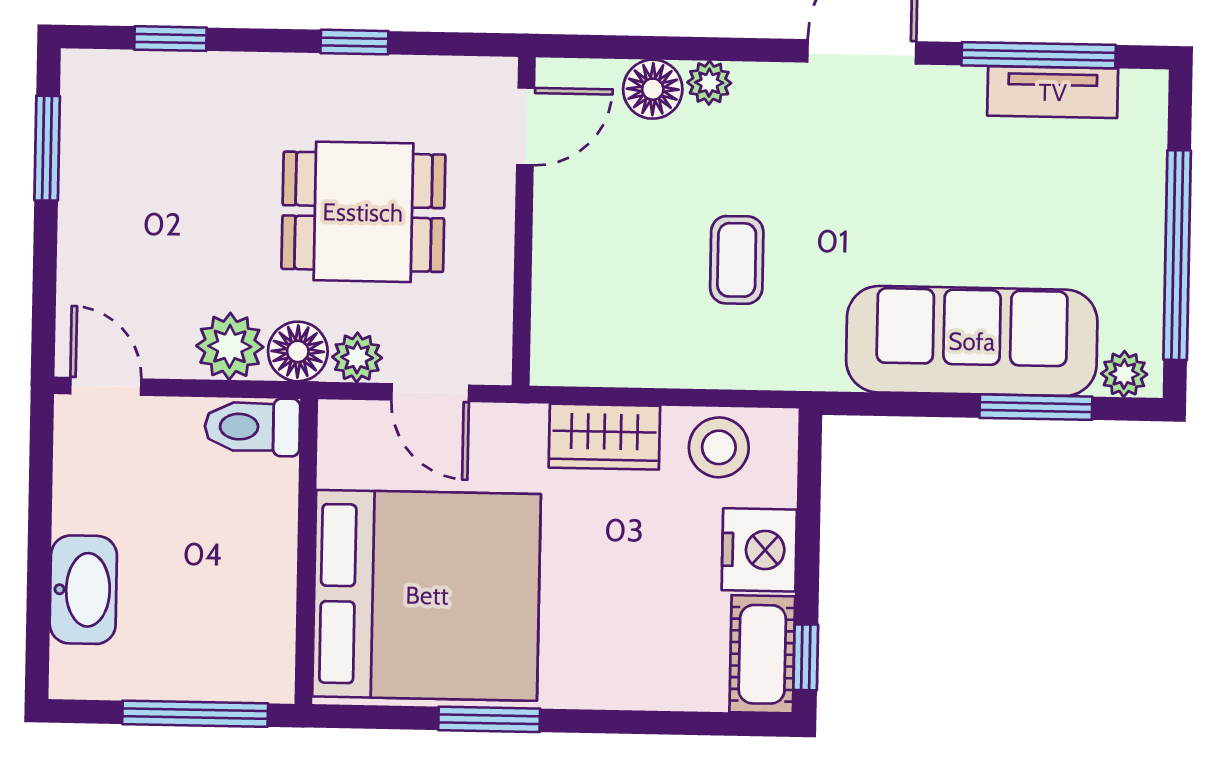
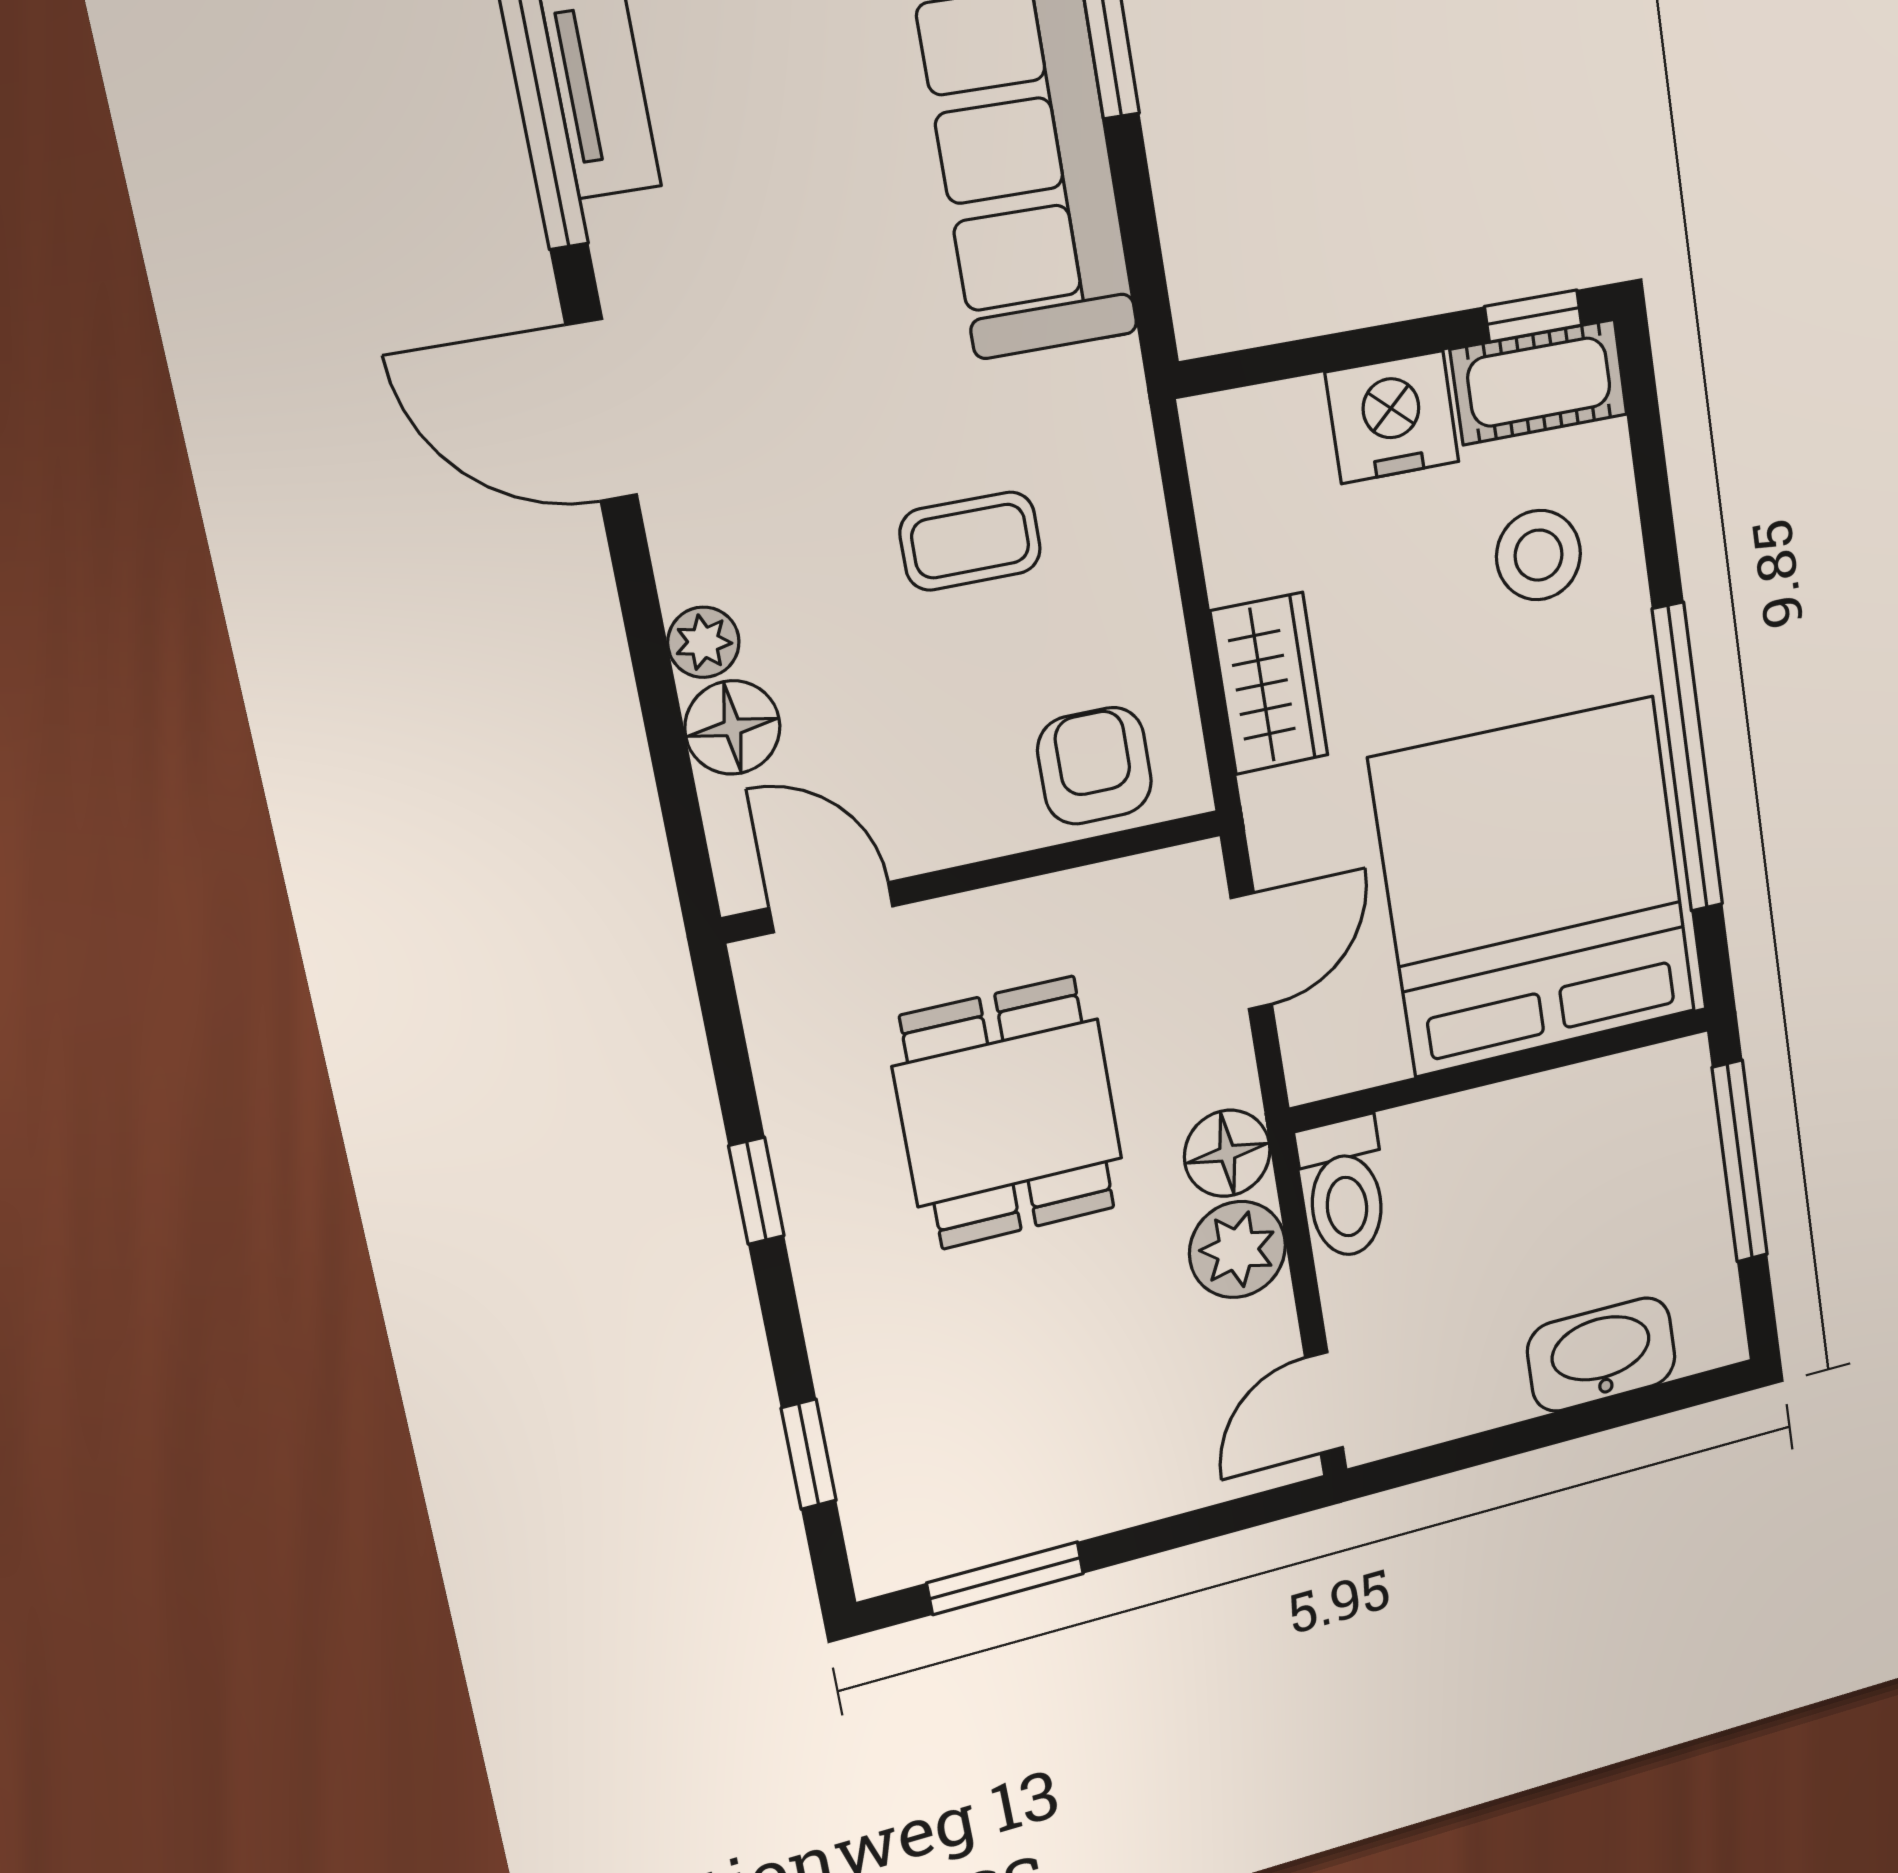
armchair: (577, 312) -> (1095, 766), added
plant: (357, 357) -> (1220, 1068), removed
stool: (719, 447) -> (1539, 555), moved
window: (489, 719) -> (1688, 758), width x2.11

